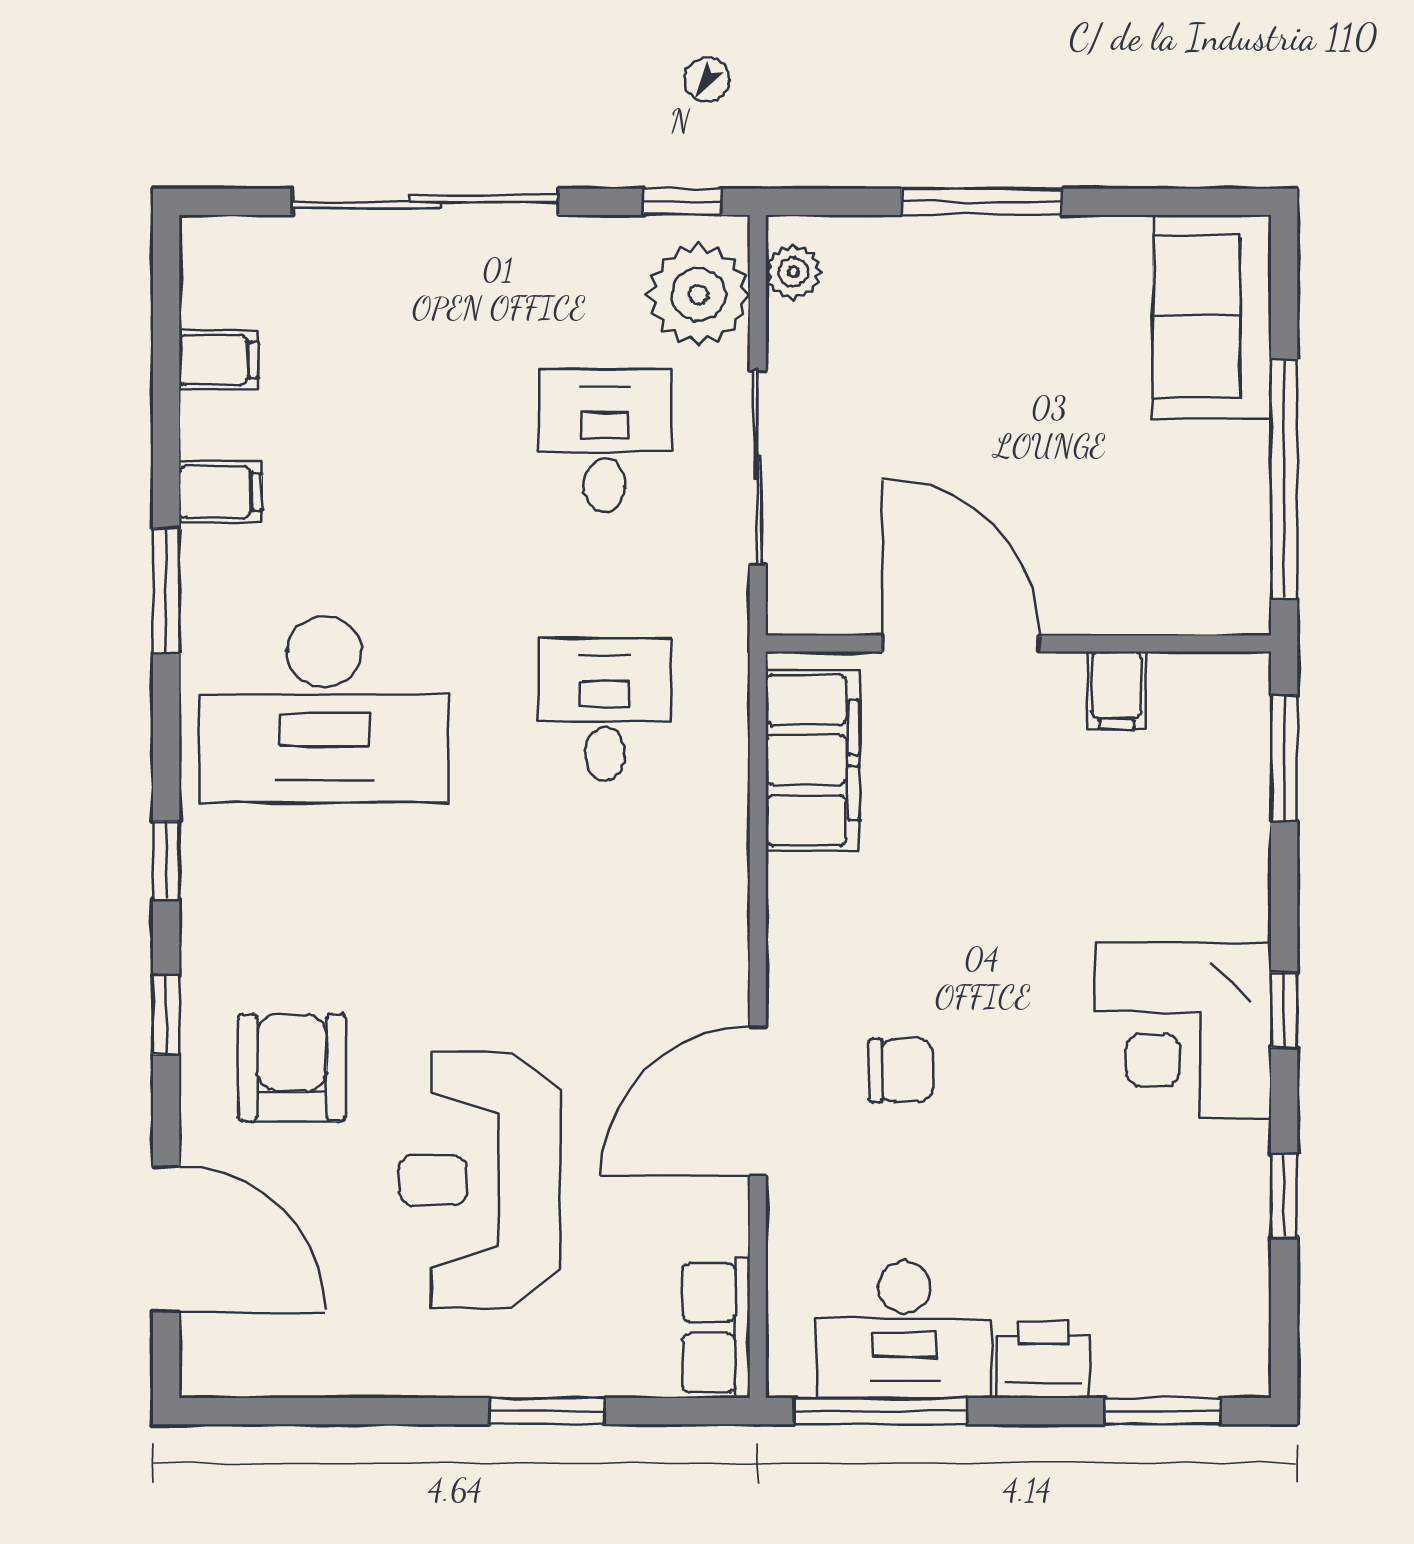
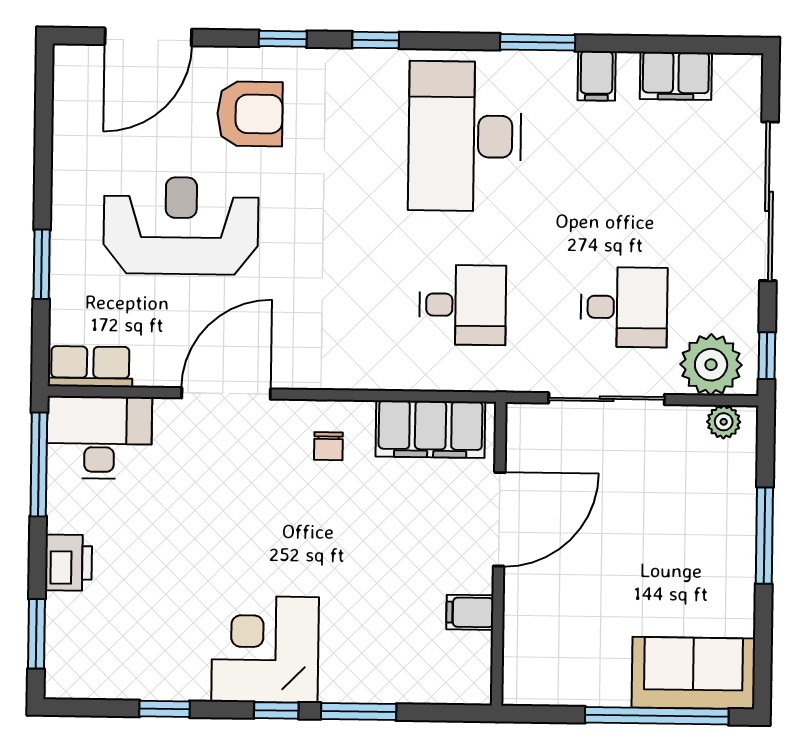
filing cabinet: (219, 360) -> (676, 76), width x2.00
window: (1284, 479) -> (657, 716), moved
window: (1284, 758) -> (359, 712), moved
chair: (901, 1070) -> (328, 446), moved, width x0.73, depth x0.73
door: (758, 1101) -> (226, 393), hinge flipped
desk: (904, 1330) -> (99, 437), moved, turned 90

